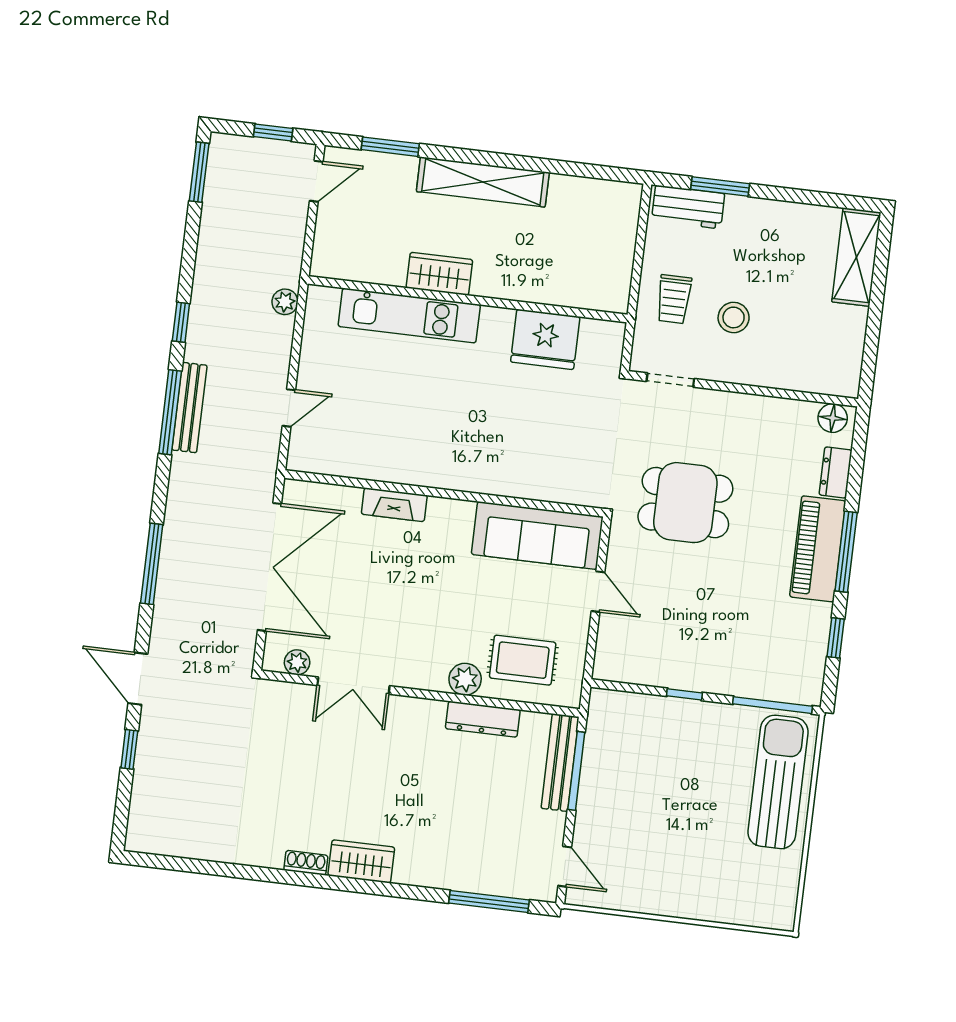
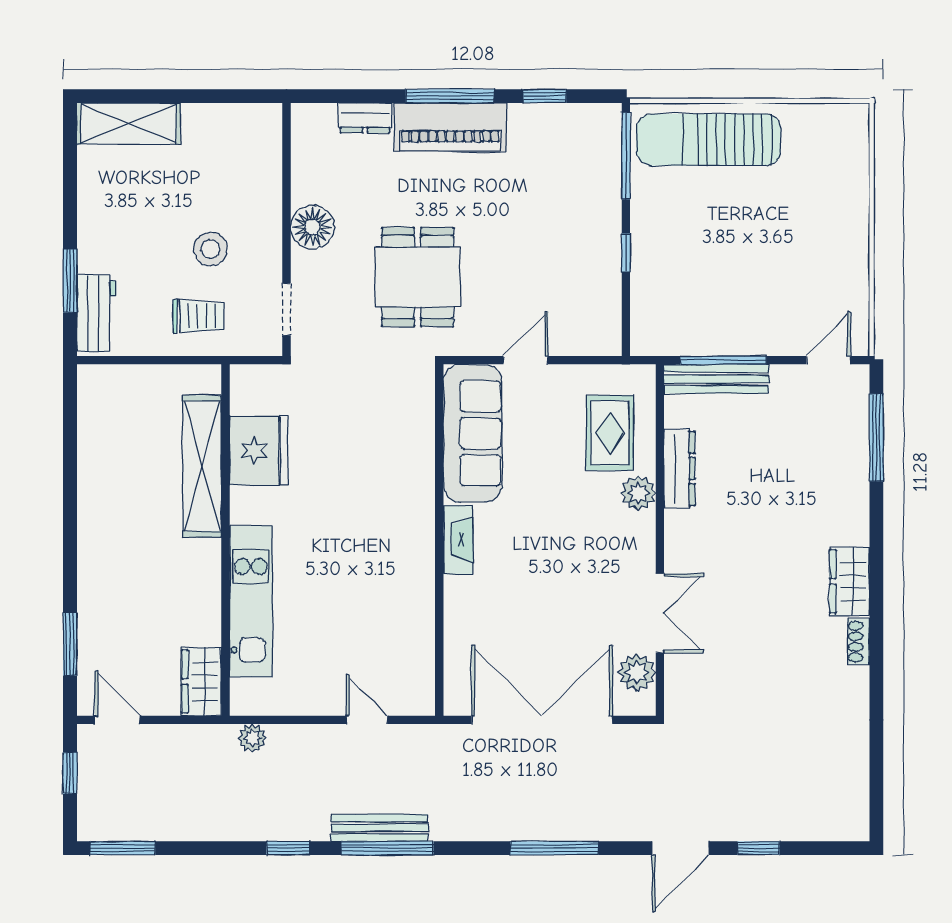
shelving: (483, 182) -> (202, 466), moved
wardrobe: (439, 274) -> (202, 682), moved
floor lamp: (833, 418) -> (312, 227), moved, width x1.38, depth x1.38
fireplace: (394, 505) -> (458, 540), moved
plant: (297, 662) -> (637, 672), width x1.38, depth x1.38

